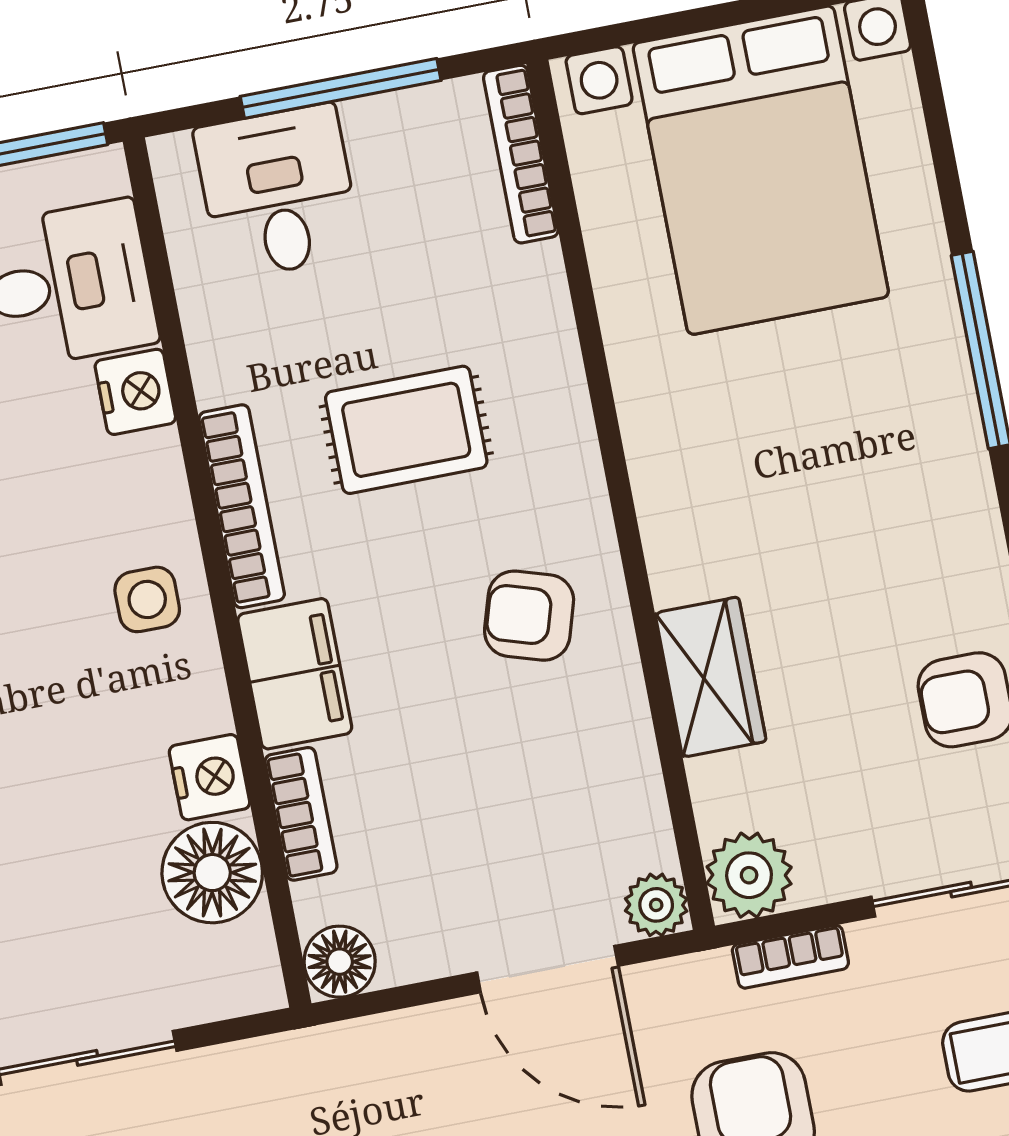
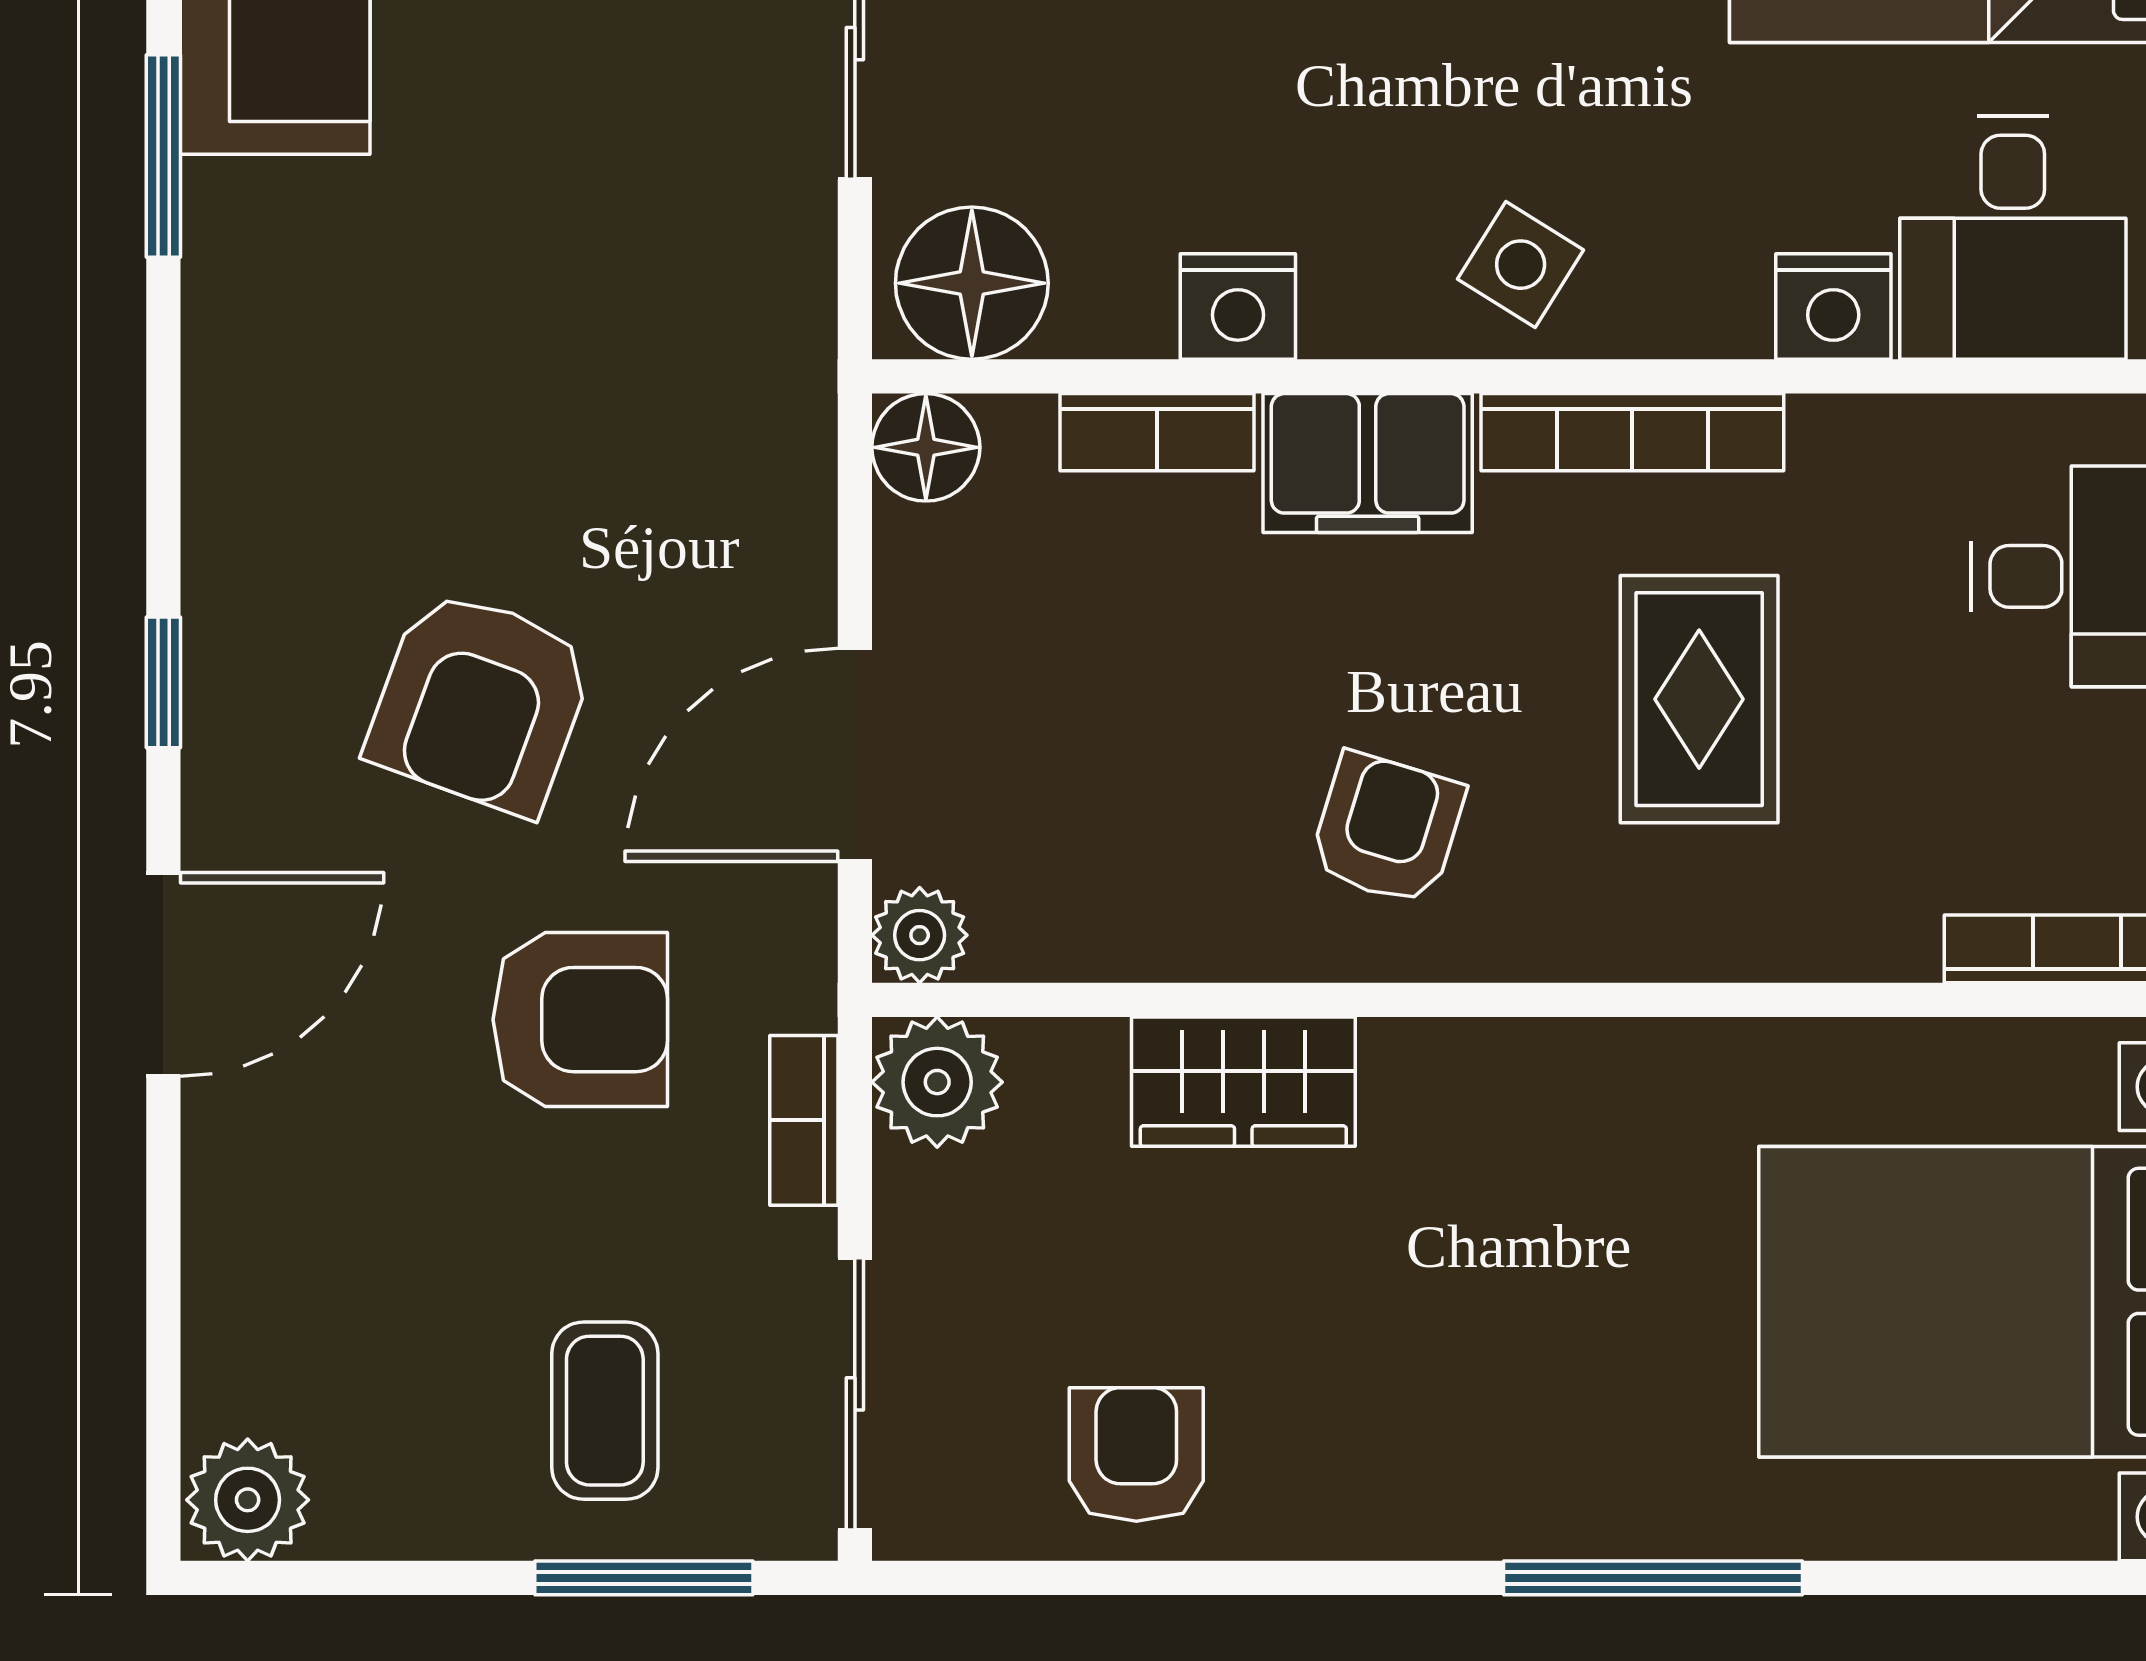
side table: (147, 599) -> (1521, 265), turned 32
floor lamp: (212, 873) -> (972, 283), moved

